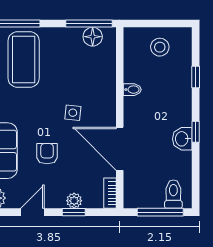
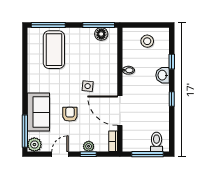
washbasin: (182, 139) -> (163, 75), moved

